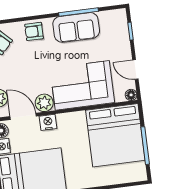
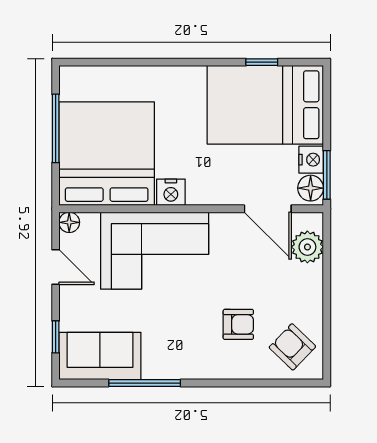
sofa: (76, 27) -> (100, 356), moved
armchair: (34, 31) -> (238, 324), moved
plant: (44, 103) -> (227, 228), removed
nightstand: (48, 122) -> (171, 192), moved

